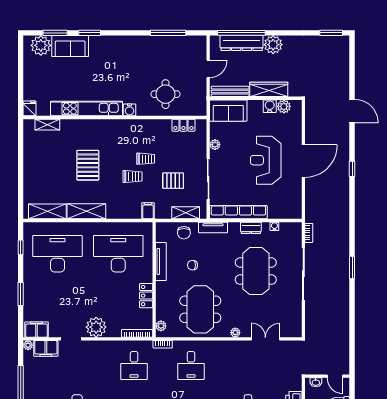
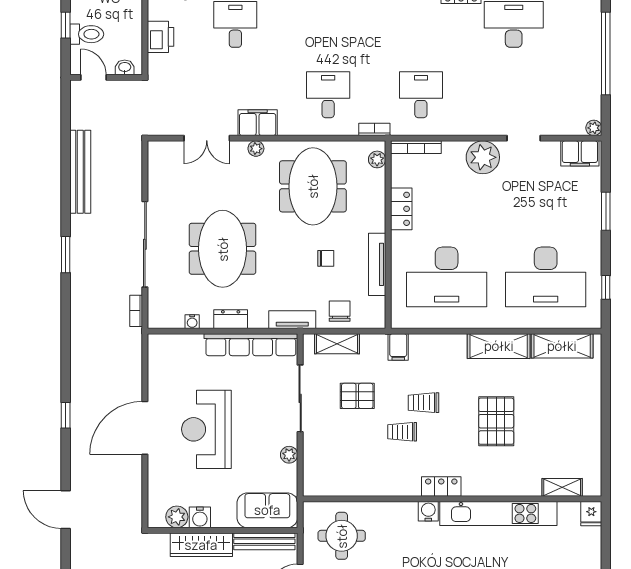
round table: (165, 94) -> (342, 536), moved
locker: (183, 125) -> (441, 486), moved
reception desk: (266, 160) -> (206, 429), turned 180
bench: (343, 318) -> (80, 172), added
filing cabinet: (46, 348) -> (258, 123), moved

